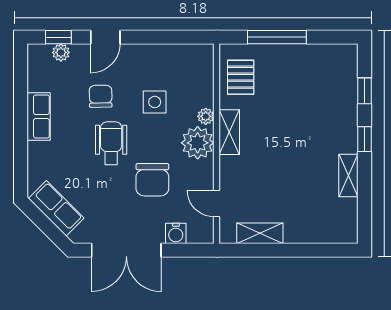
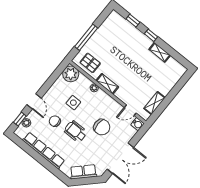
row of seats: (39, 116) -> (44, 151), width x2.02
plant: (198, 143) -> (71, 74), moved
water cooler: (176, 233) -> (137, 124), moved

